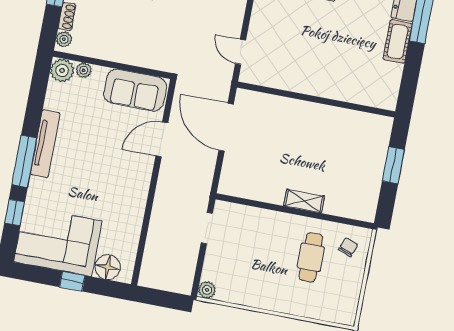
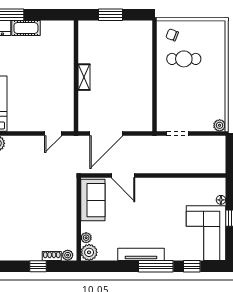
shelving: (304, 201) -> (84, 77), moved
floor lamp: (108, 267) -> (221, 200), width x0.53, depth x0.53

